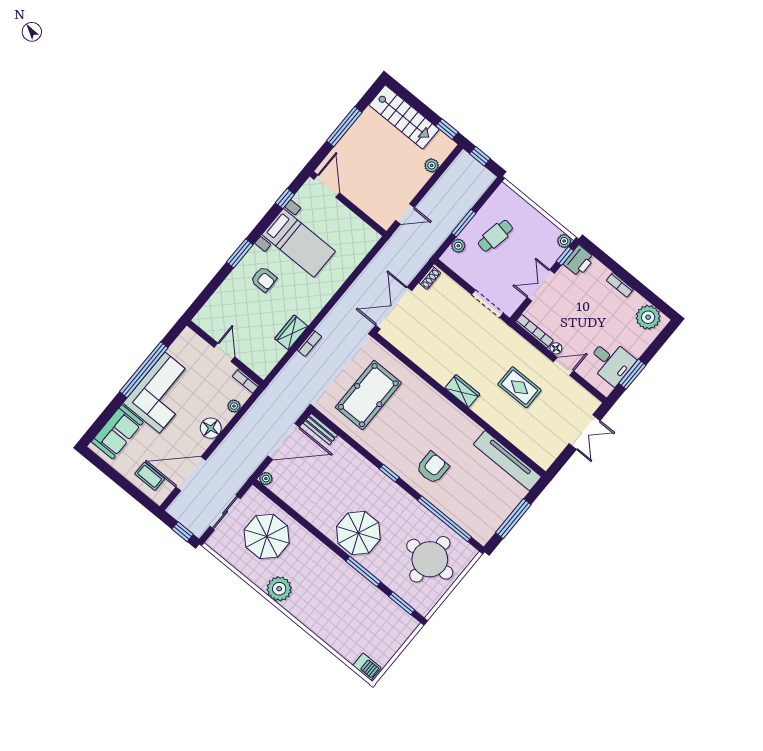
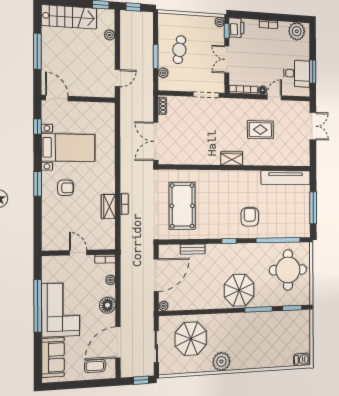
bench: (320, 429) -> (193, 249), moved

